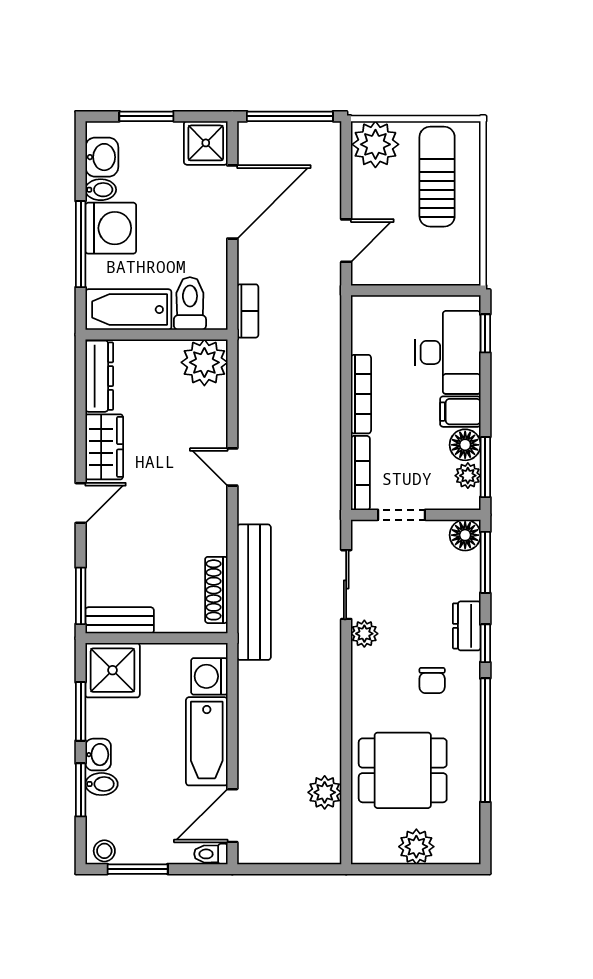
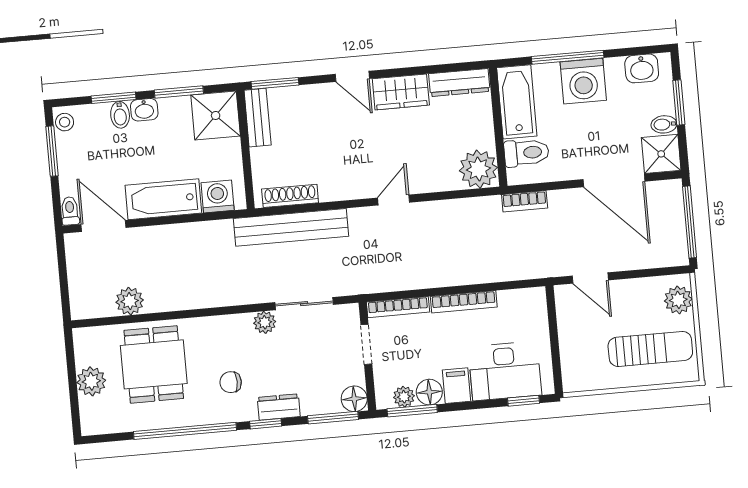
plant: (375, 144) -> (678, 300), width x0.73, depth x0.73
bidet: (101, 190) -> (664, 124), moved, turned 90

